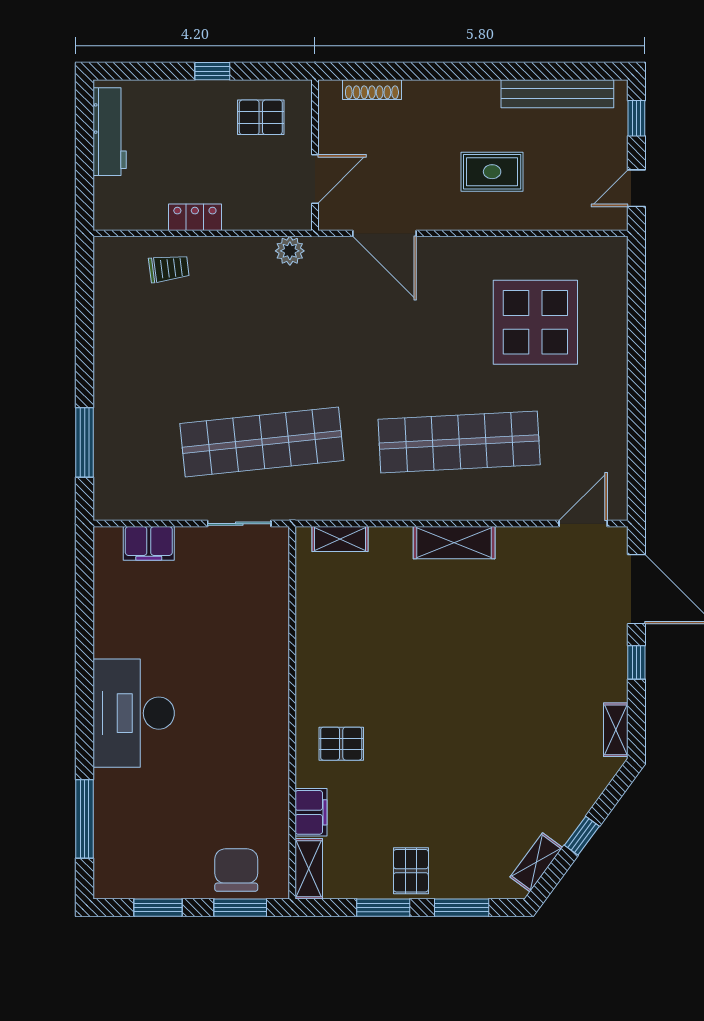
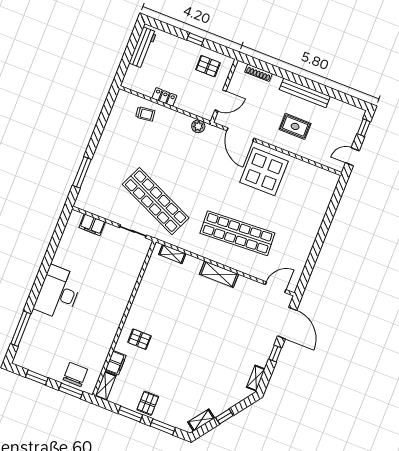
bench: (557, 94) -> (305, 93), moved
display table: (535, 322) -> (264, 172), moved
shop shelf: (262, 442) -> (156, 201), turned 30

